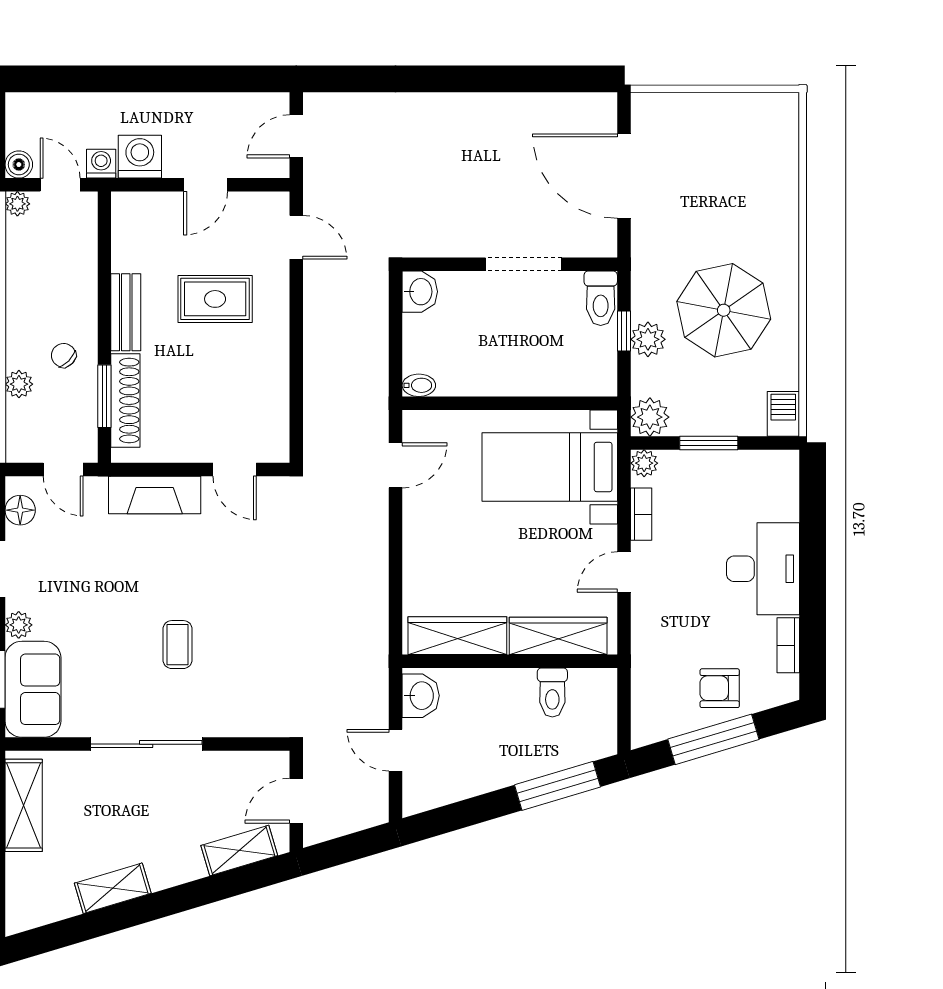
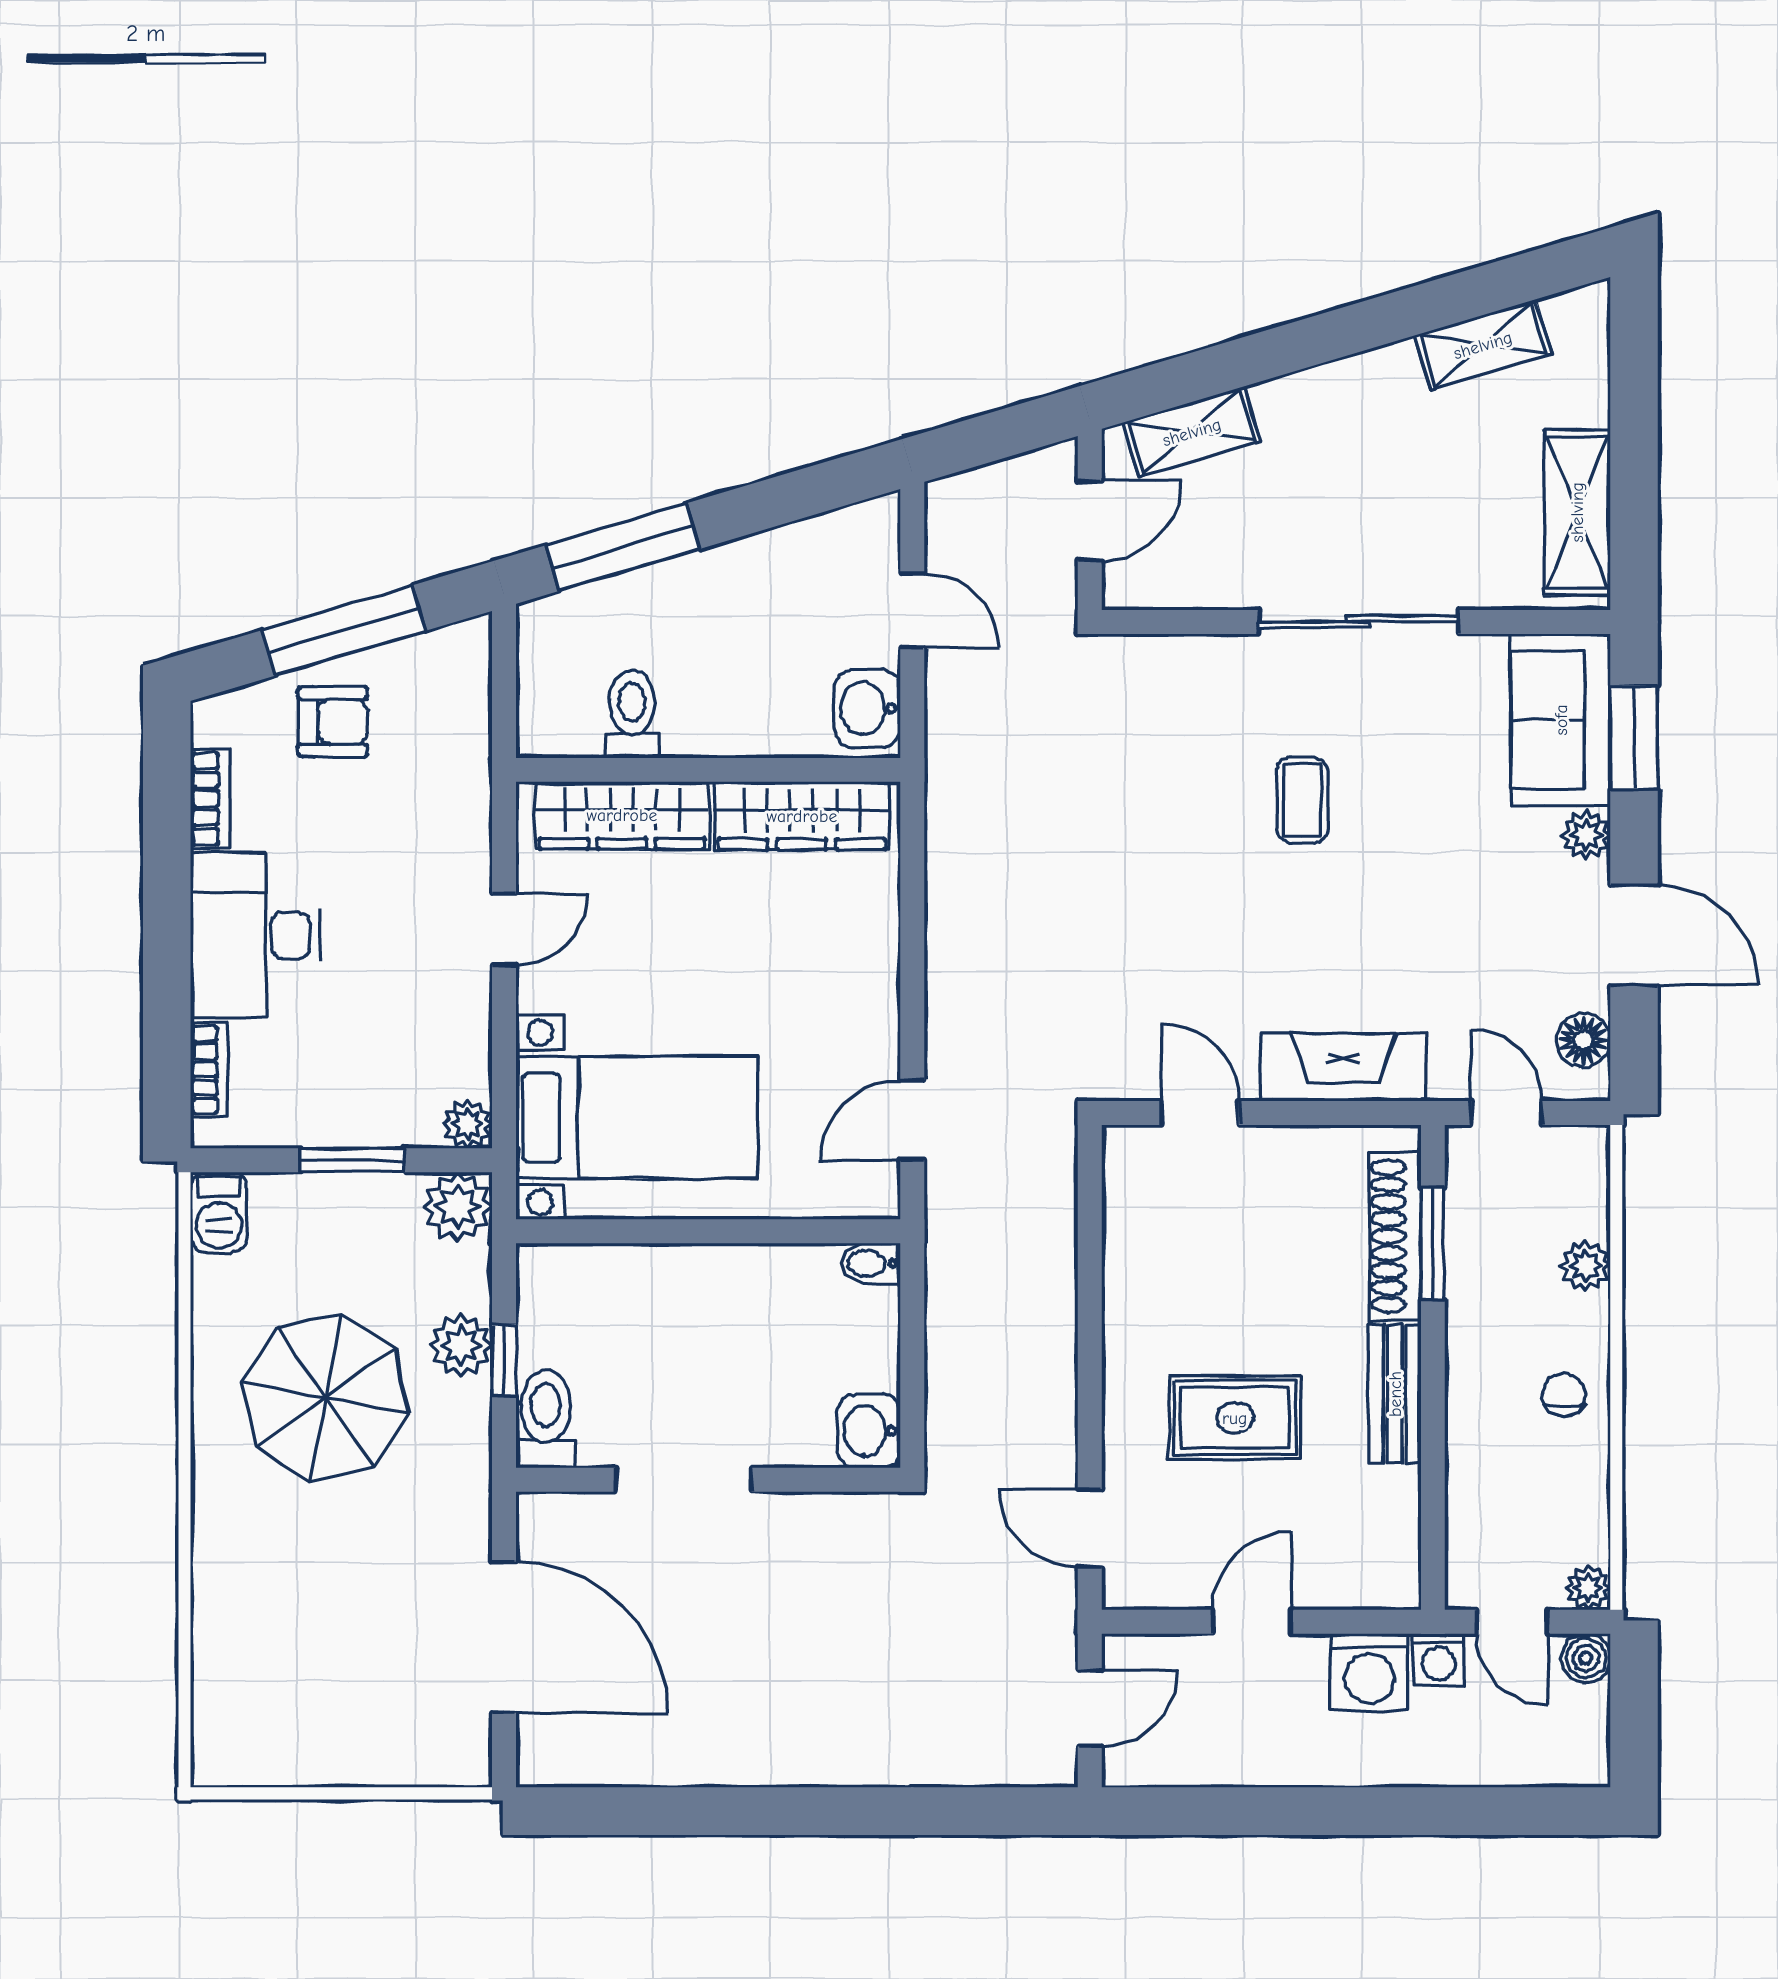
chair: (64, 355) -> (1564, 1395), moved, turned -134
bookcase: (641, 514) -> (209, 1070), moved, turned 180
shelving: (113, 888) -> (1483, 345), moved

